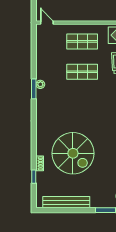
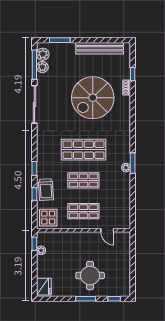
door: (47, 23) -> (107, 230), moved
shop shelf: (82, 102) -> (83, 150), added
spiral stairs: (73, 153) -> (93, 98), turned -90

